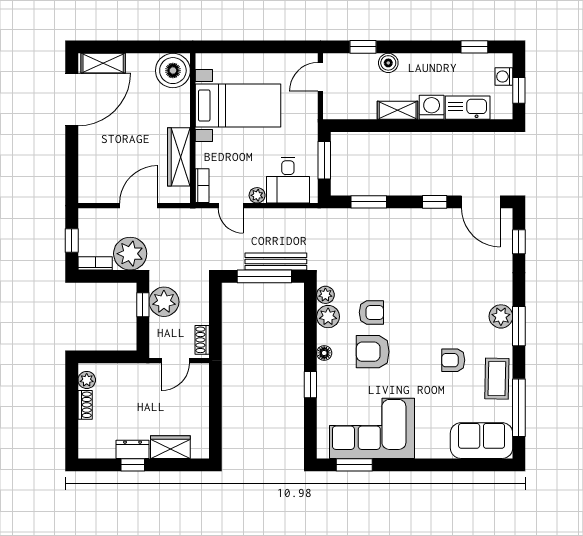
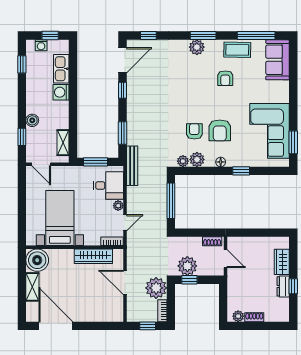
shelving: (103, 63) -> (32, 287), moved
shelving: (398, 110) -> (63, 143), moved
bench: (276, 262) -> (132, 166), moved

